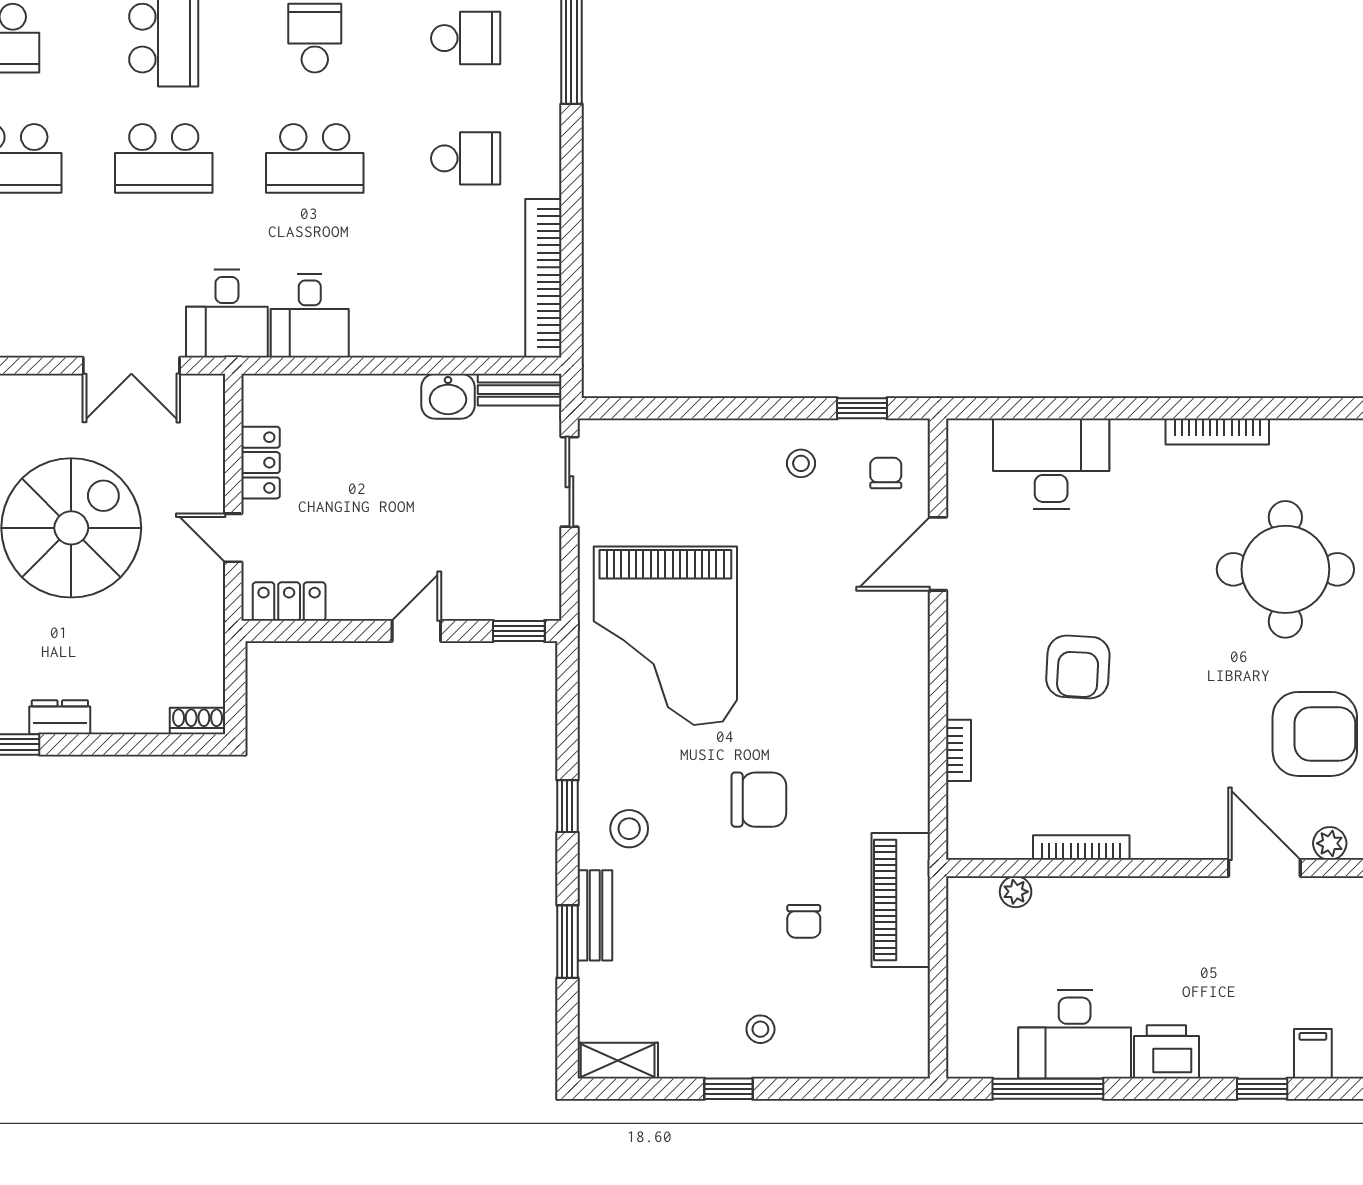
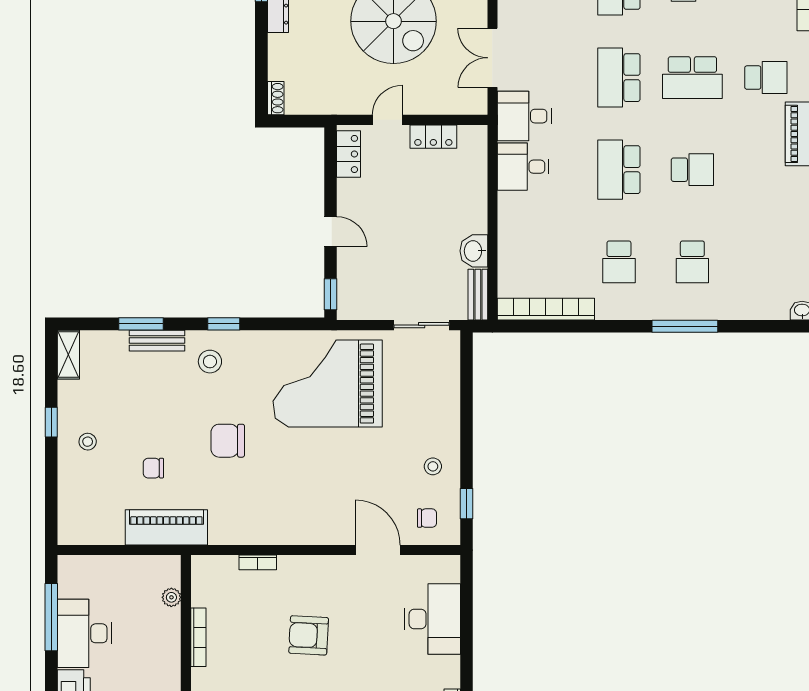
chair: (759, 800) -> (228, 441), turned 90

